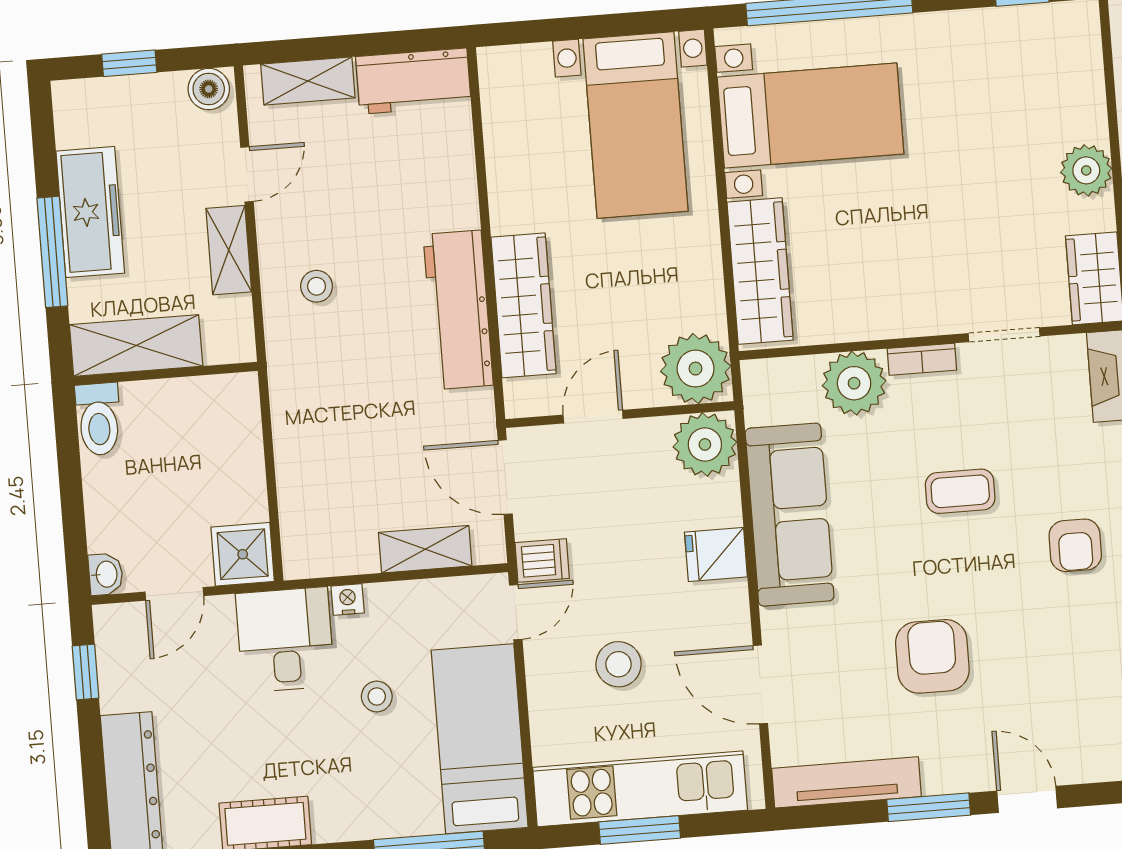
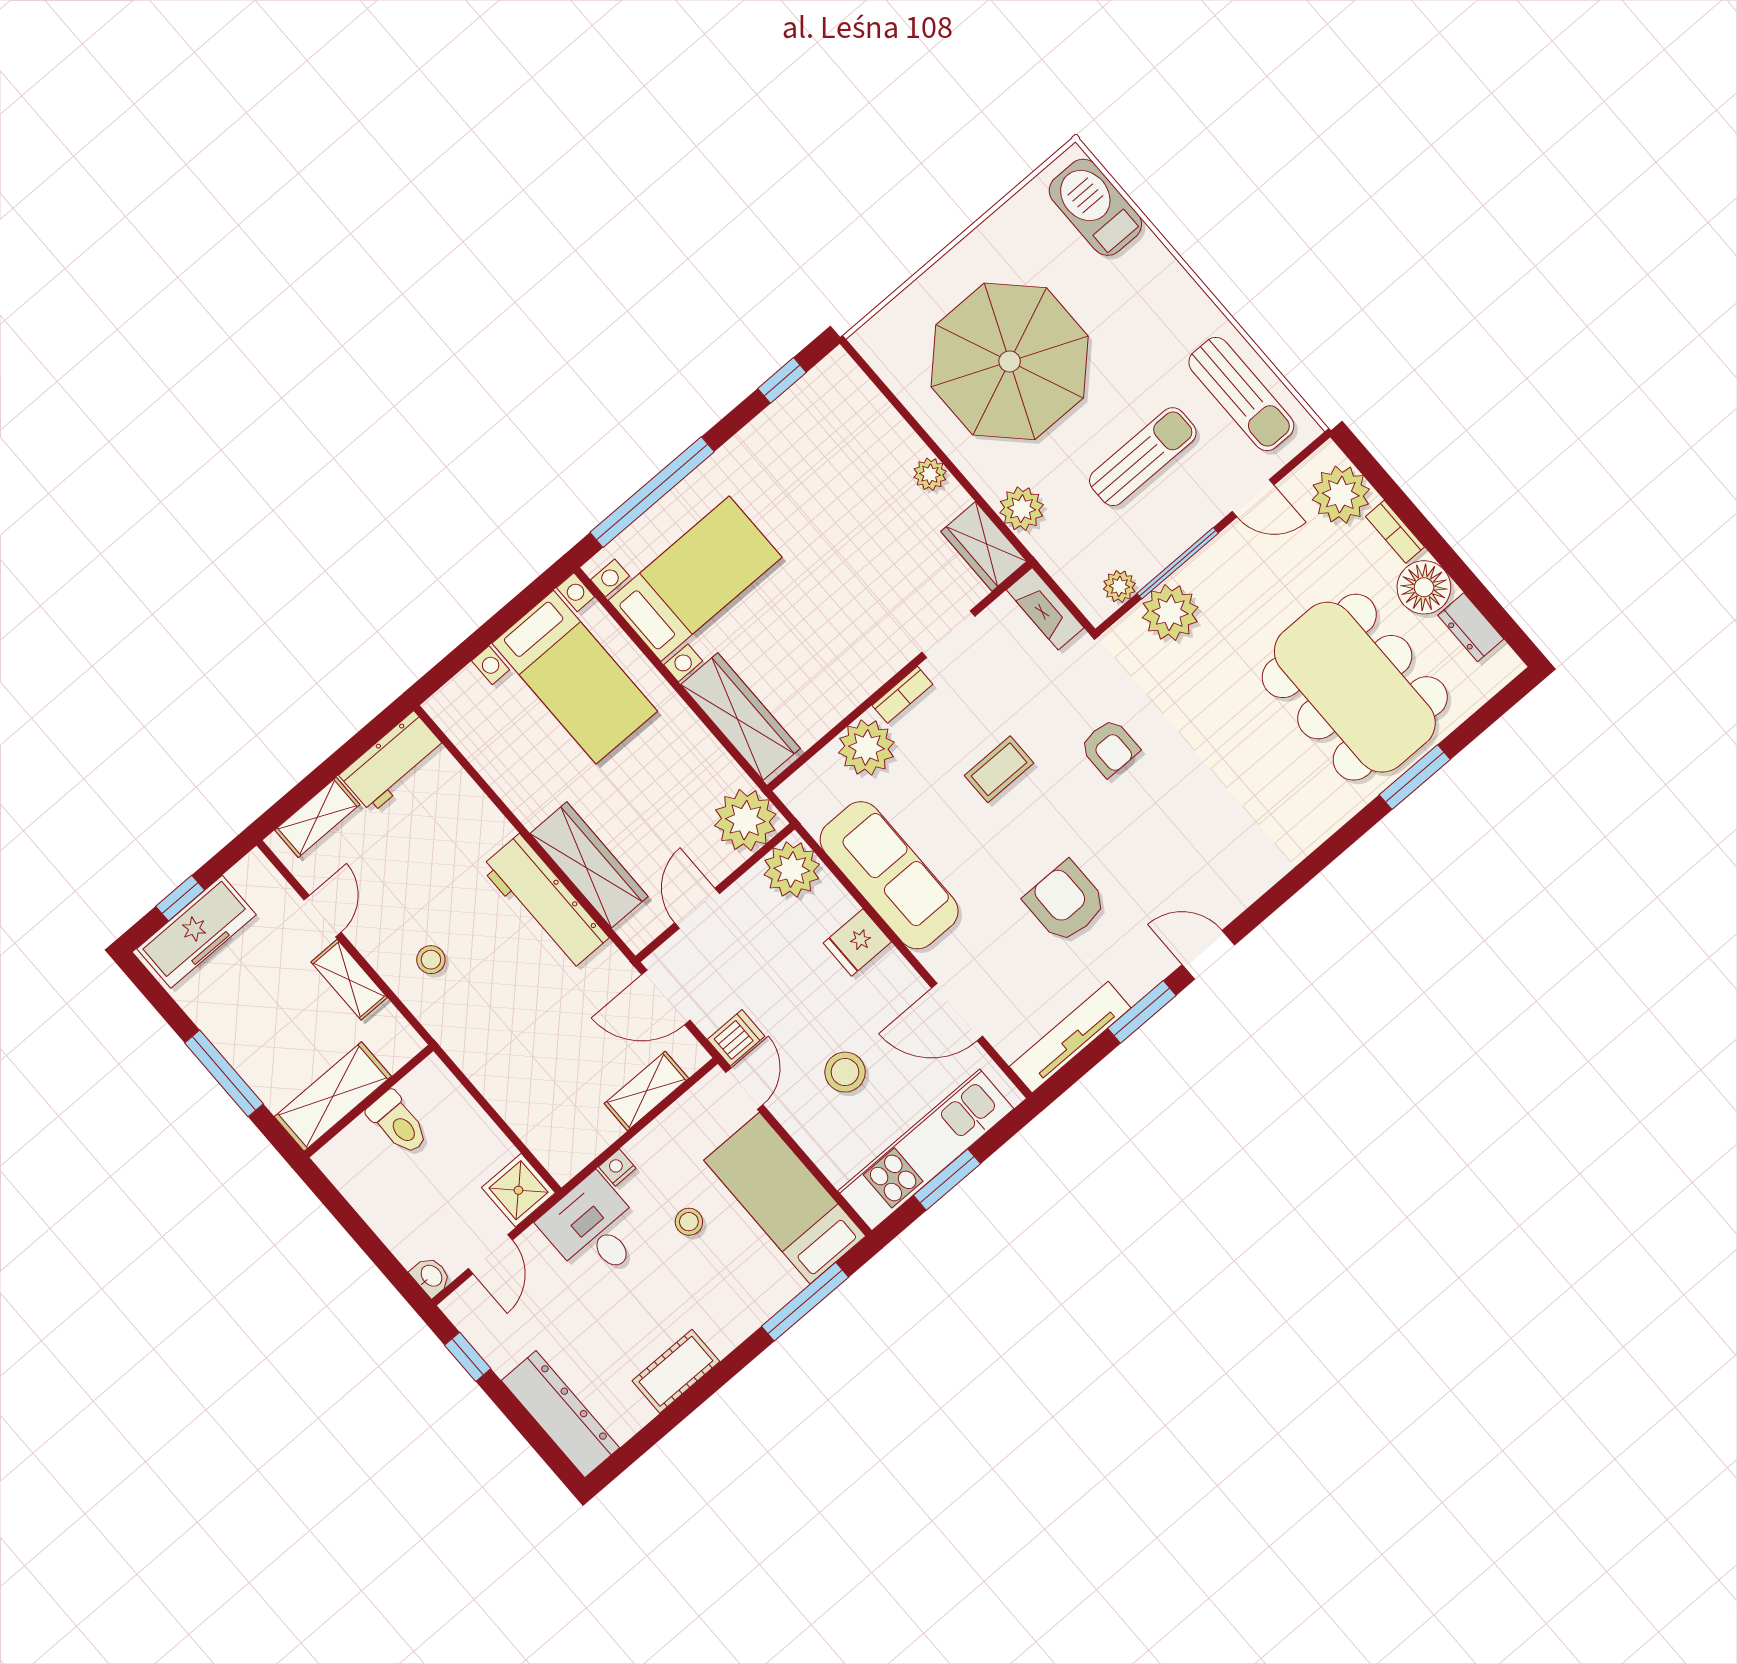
boiler: (209, 89) -> (250, 875), removed
plant: (1086, 170) -> (930, 474), width x0.73, depth x0.73
freezer: (90, 212) -> (196, 932), moved, turned 90
toilet: (99, 419) -> (398, 1123), moved

